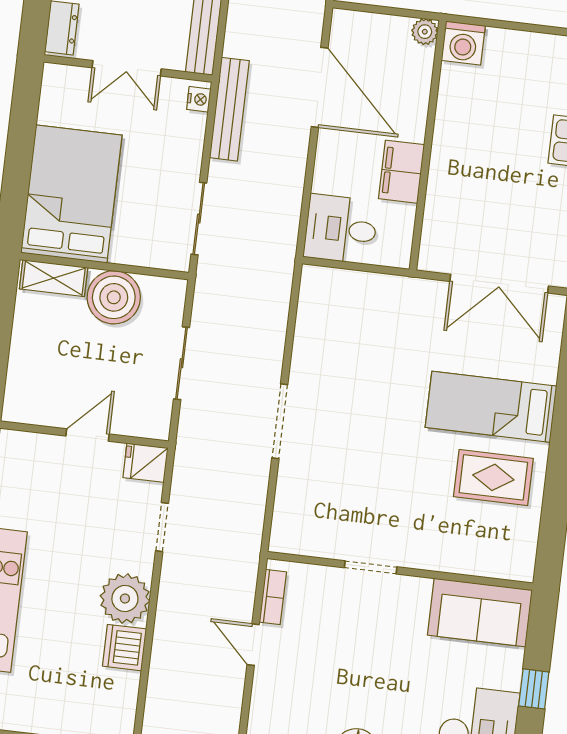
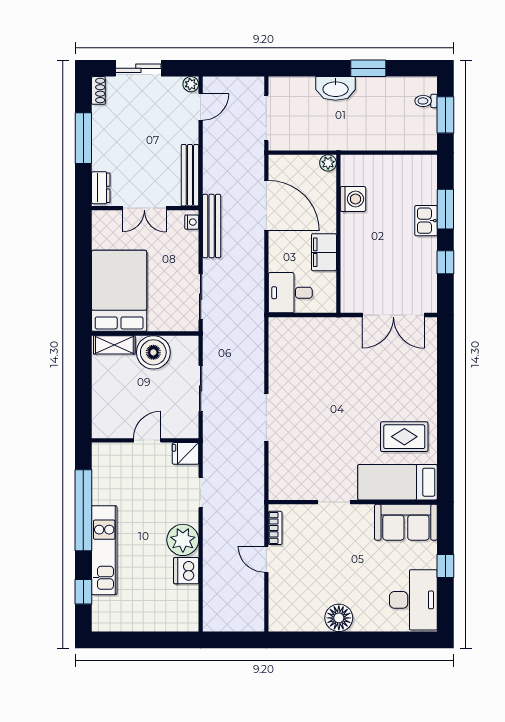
washing machine: (463, 43) -> (353, 199), moved, turned -90
bed: (491, 407) -> (397, 482), moved

